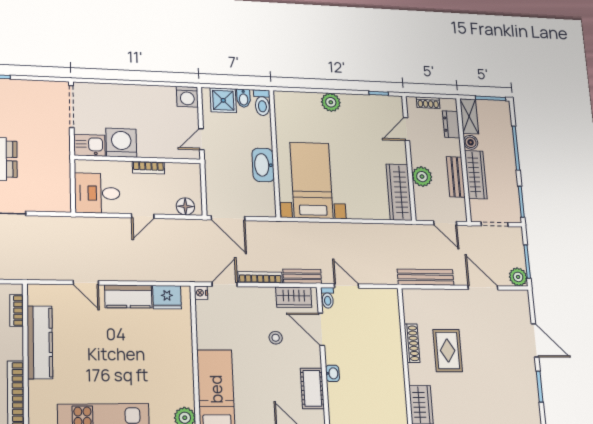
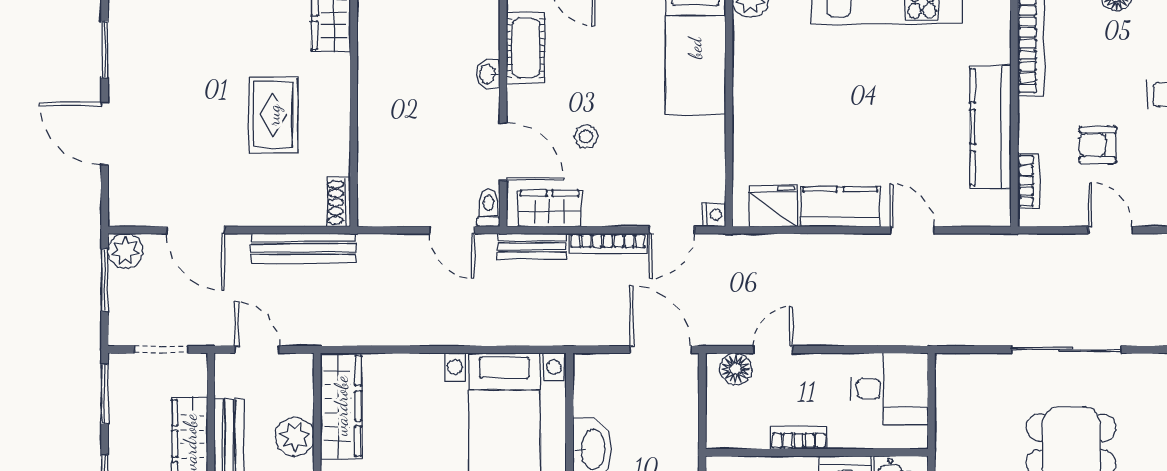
door: (143, 216) -> (773, 350), moved
shoe rack: (412, 343) -> (339, 202), moved, width x0.70

